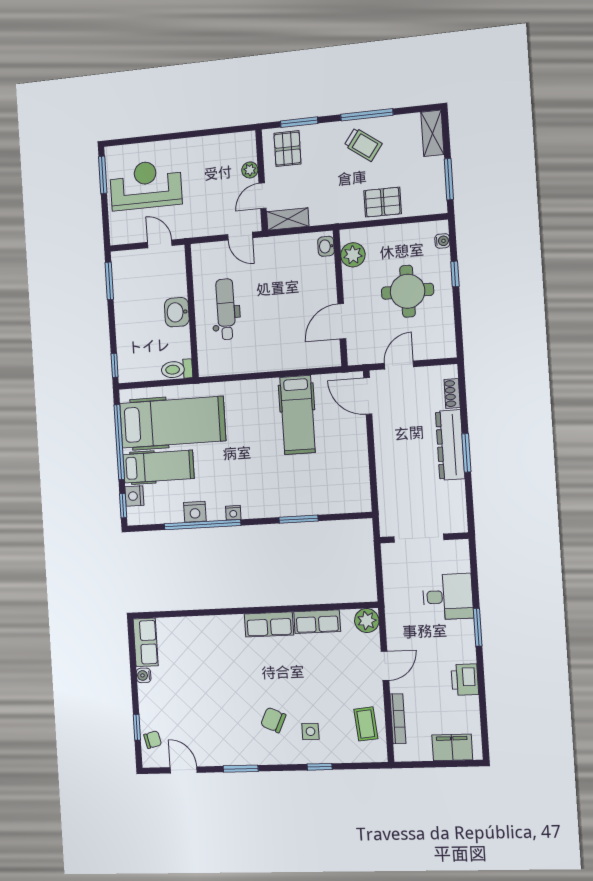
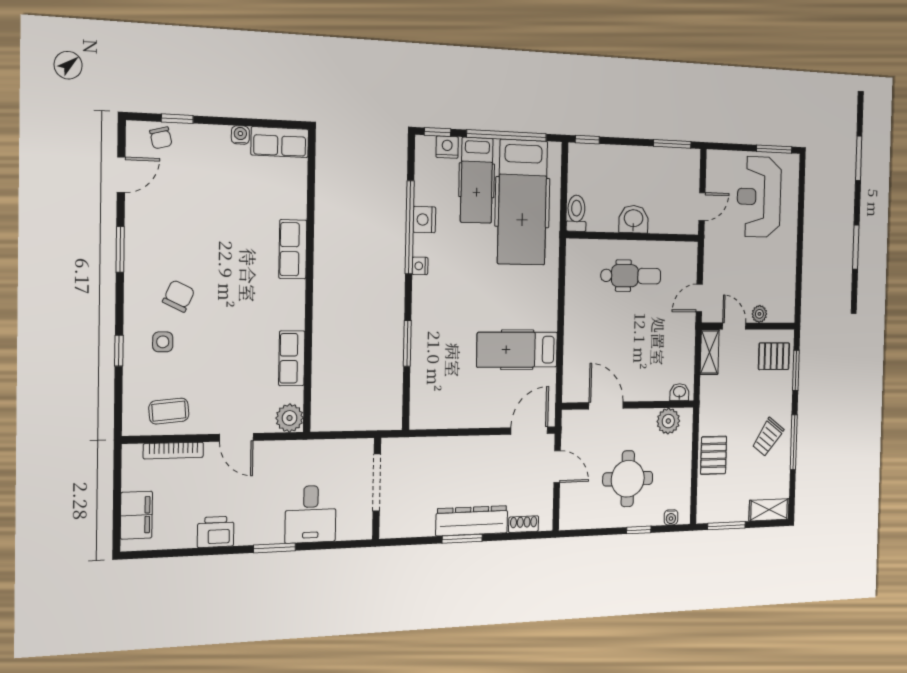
reception desk: (146, 185) -> (759, 197), turned 180
row of seats: (269, 624) -> (293, 249), moved

